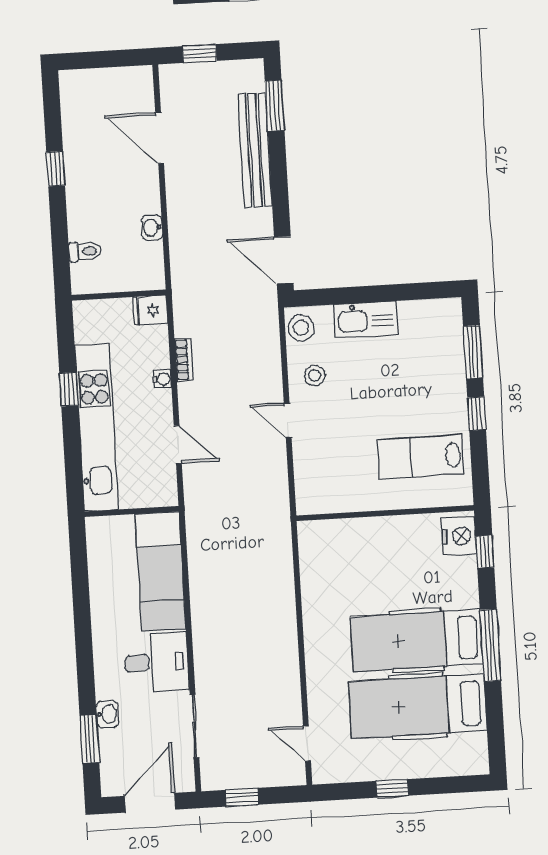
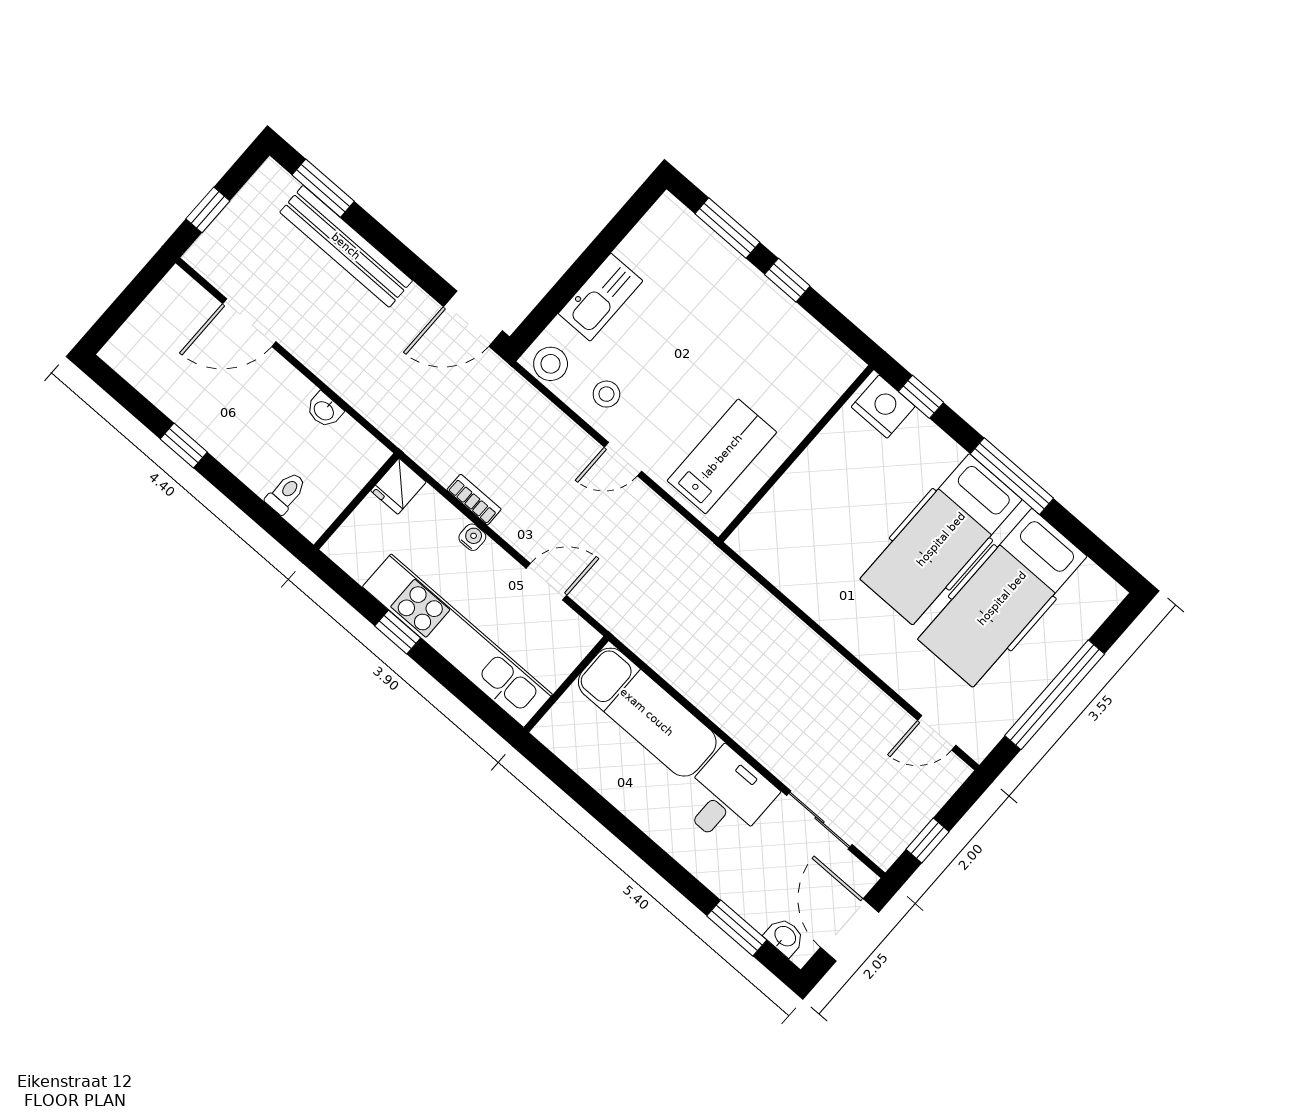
lab bench: (421, 457) -> (722, 456), moved, turned 180
washbasin: (107, 714) -> (785, 937), moved
window: (392, 788) -> (1055, 695), width x3.17

